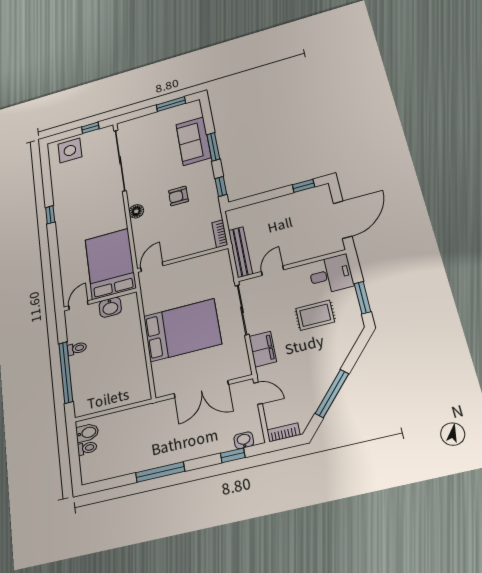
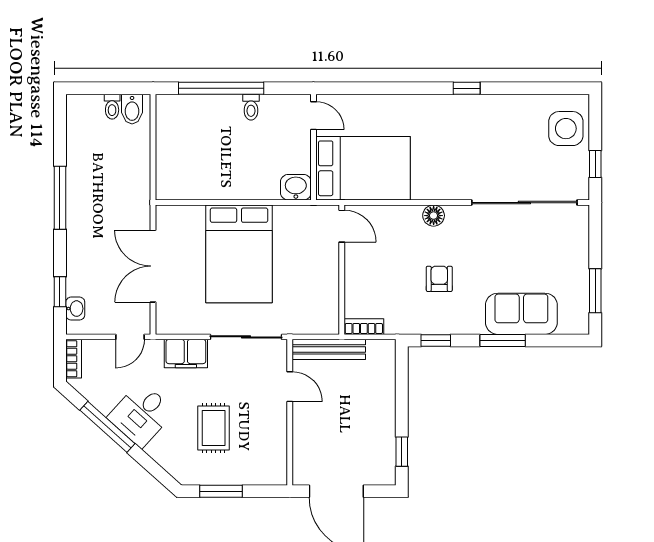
desk: (331, 274) -> (141, 414), moved, turned 42
washbasin: (110, 307) -> (296, 187), moved, turned 90

